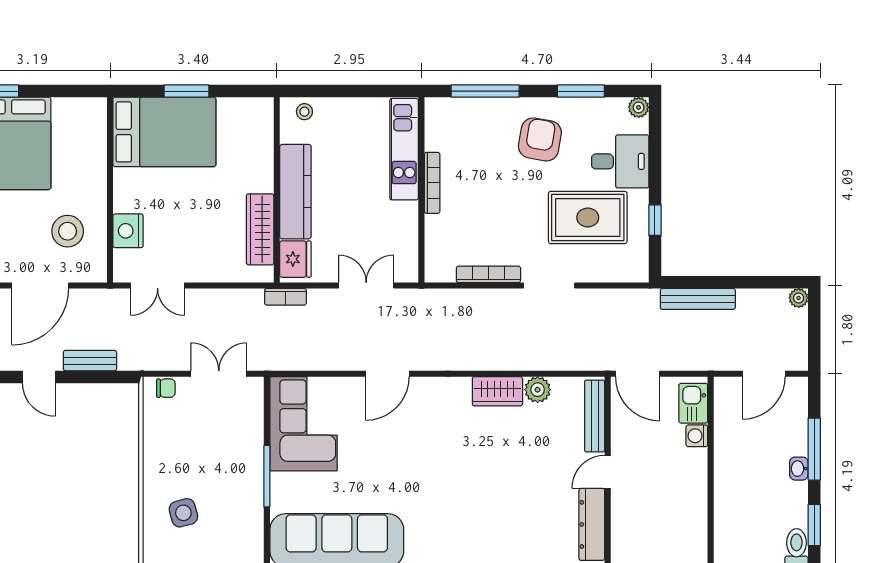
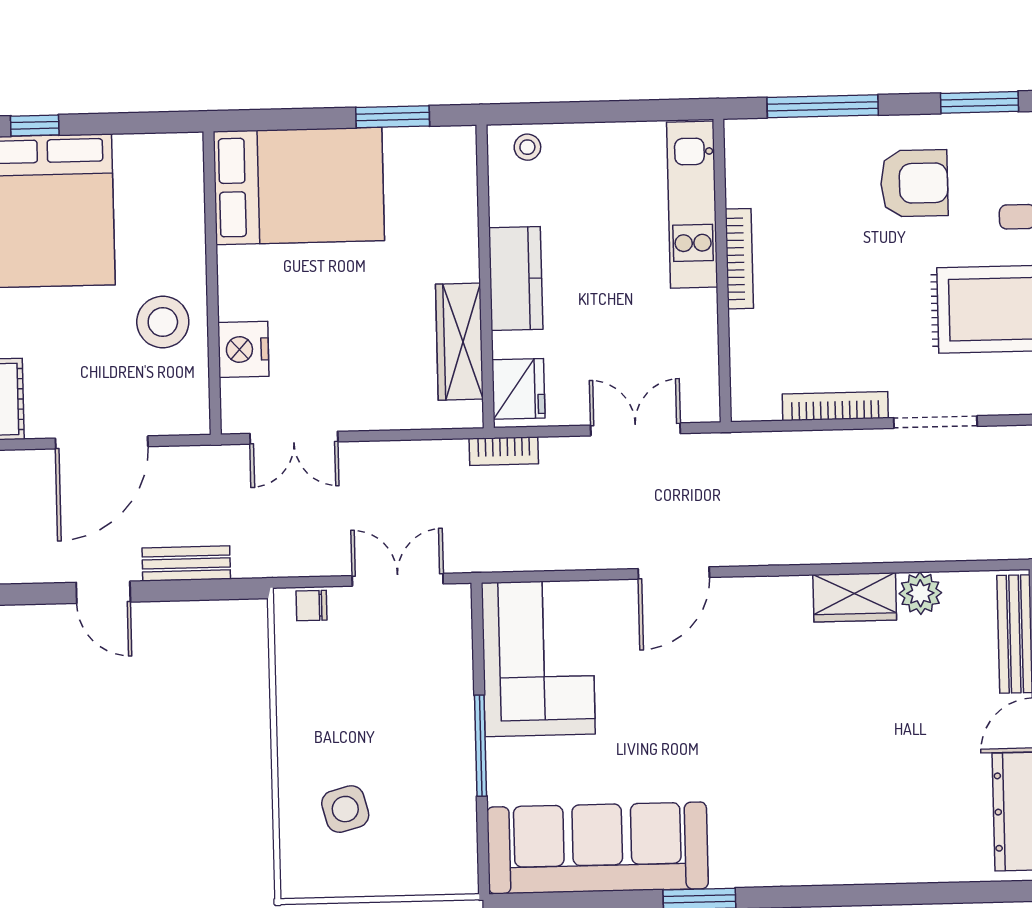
window: (186, 91) -> (393, 117), moved
armchair: (540, 139) -> (914, 183), turned 80
kitchen counter: (295, 192) -> (516, 279), width x0.67
stool: (68, 231) -> (163, 322), moved
chair: (166, 388) -> (312, 606), turned 180

